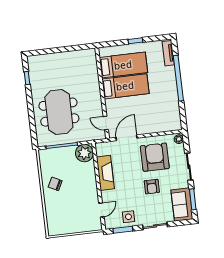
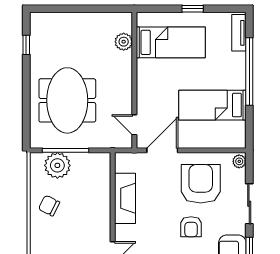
plant: (92, 68) -> (124, 42), added
bed: (125, 86) -> (212, 105), moved, turned 180
plant: (84, 153) -> (57, 165), moved

